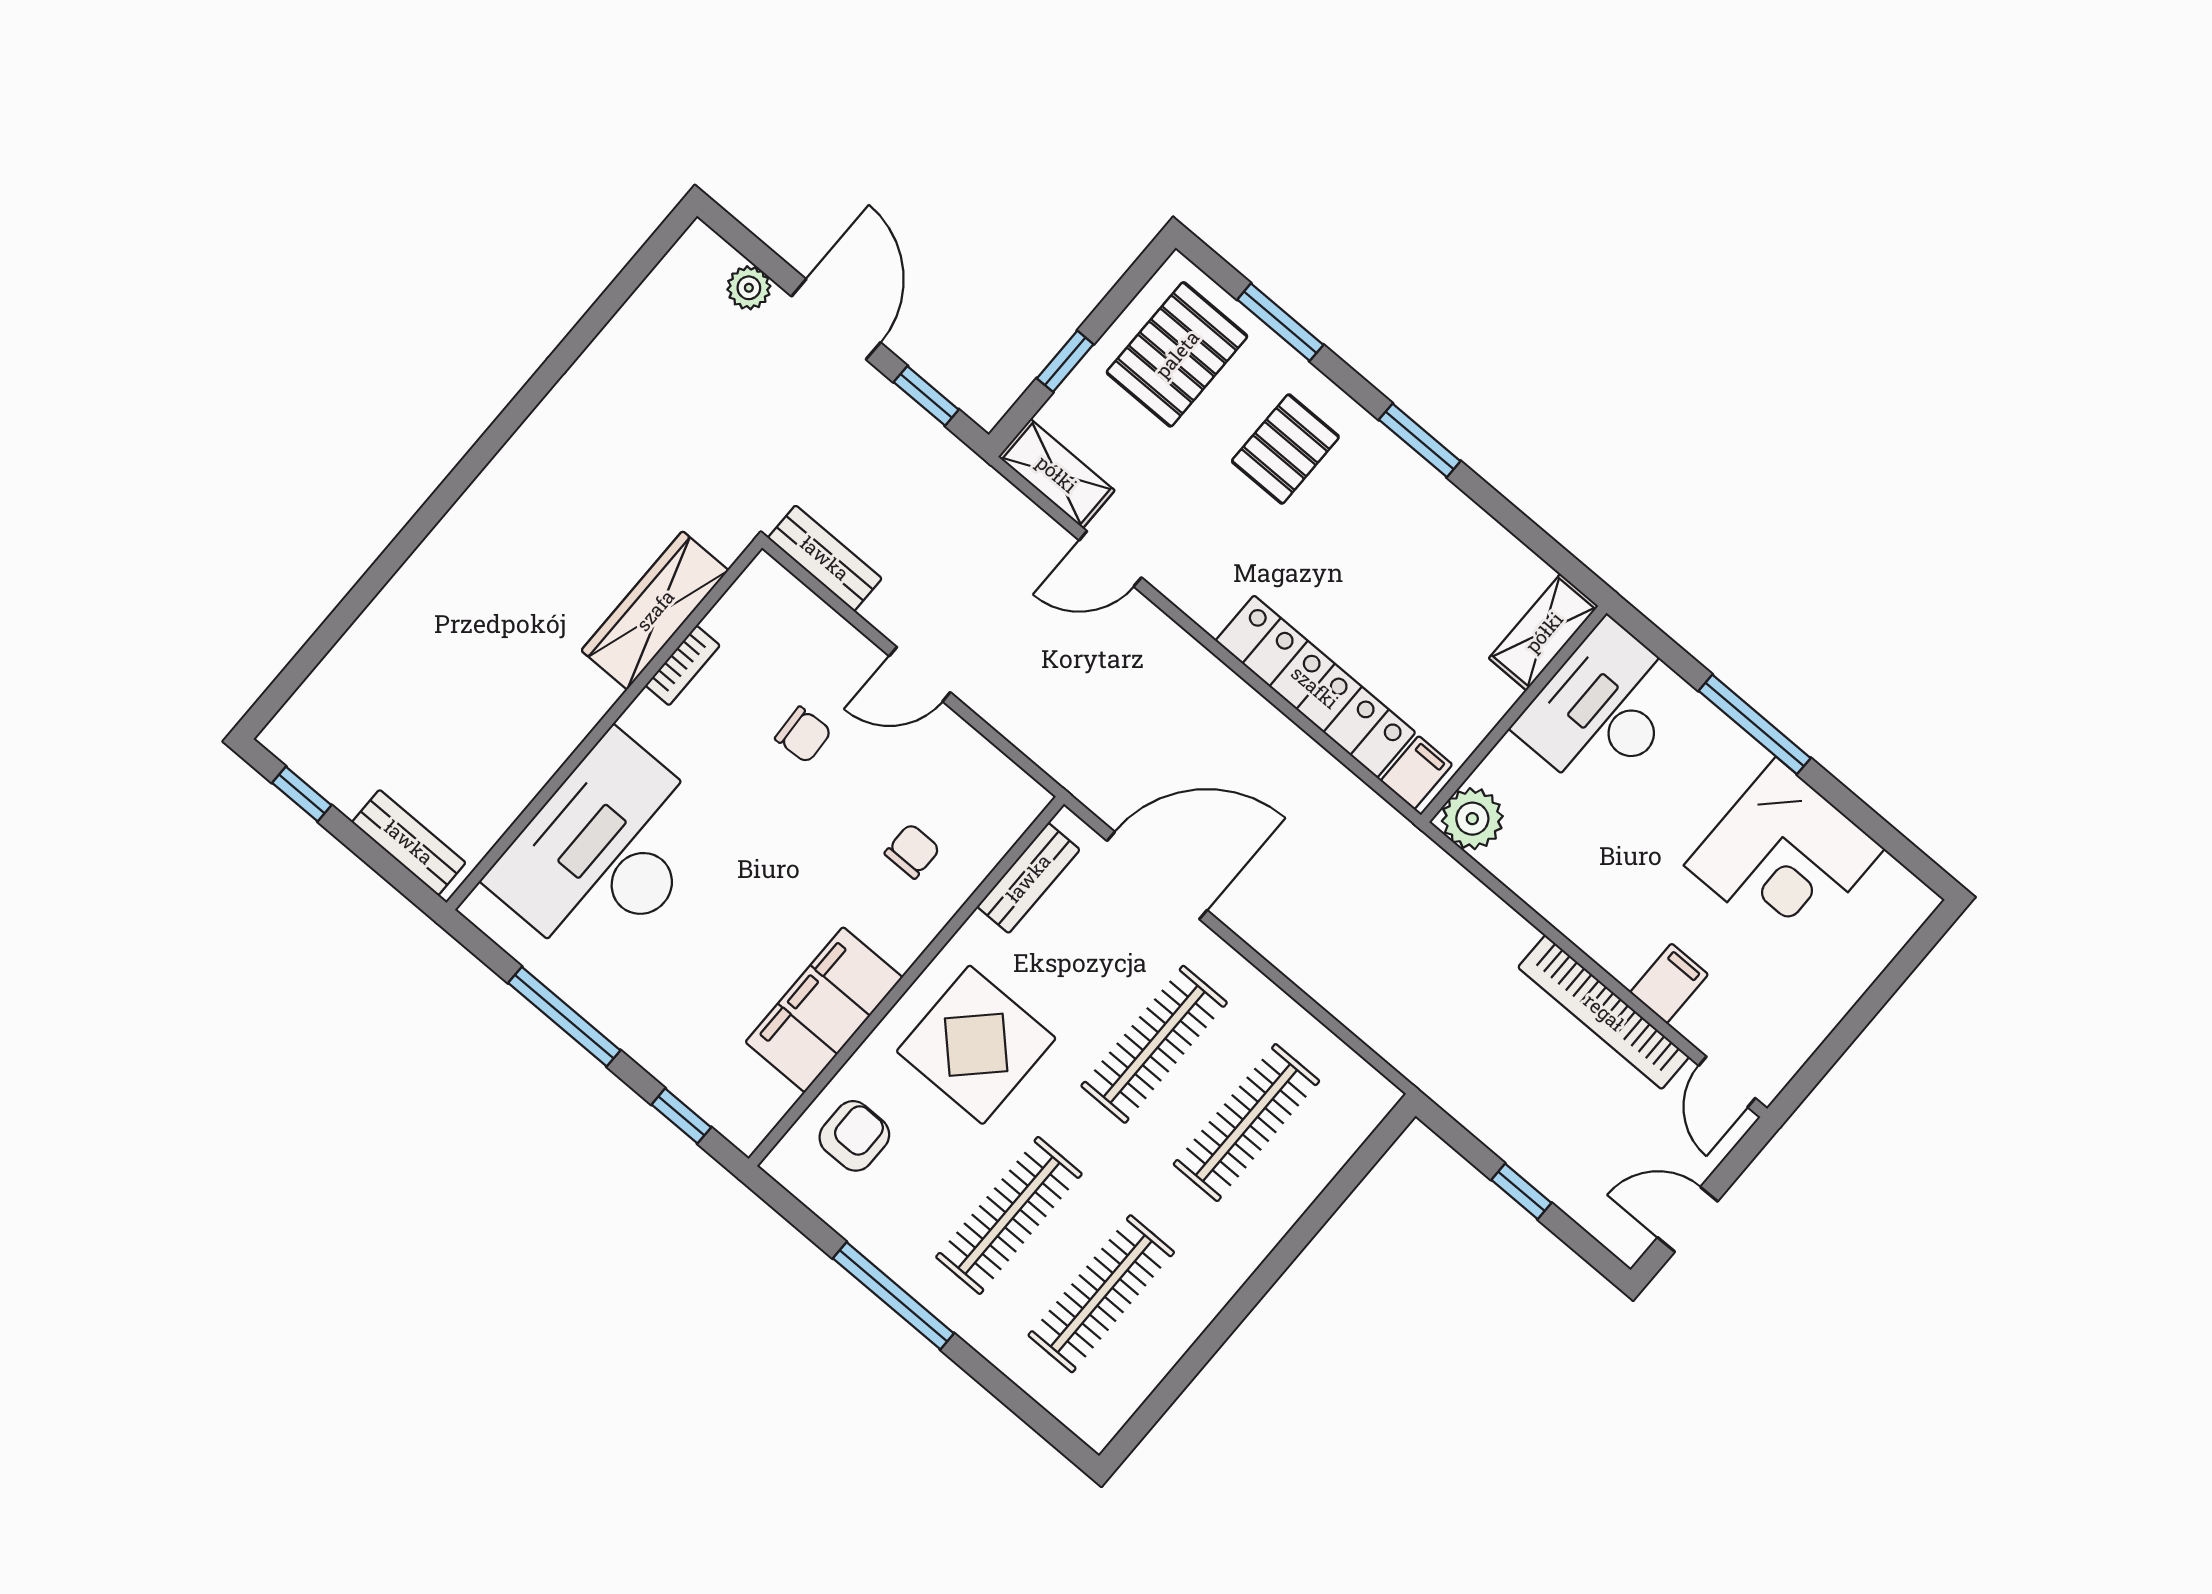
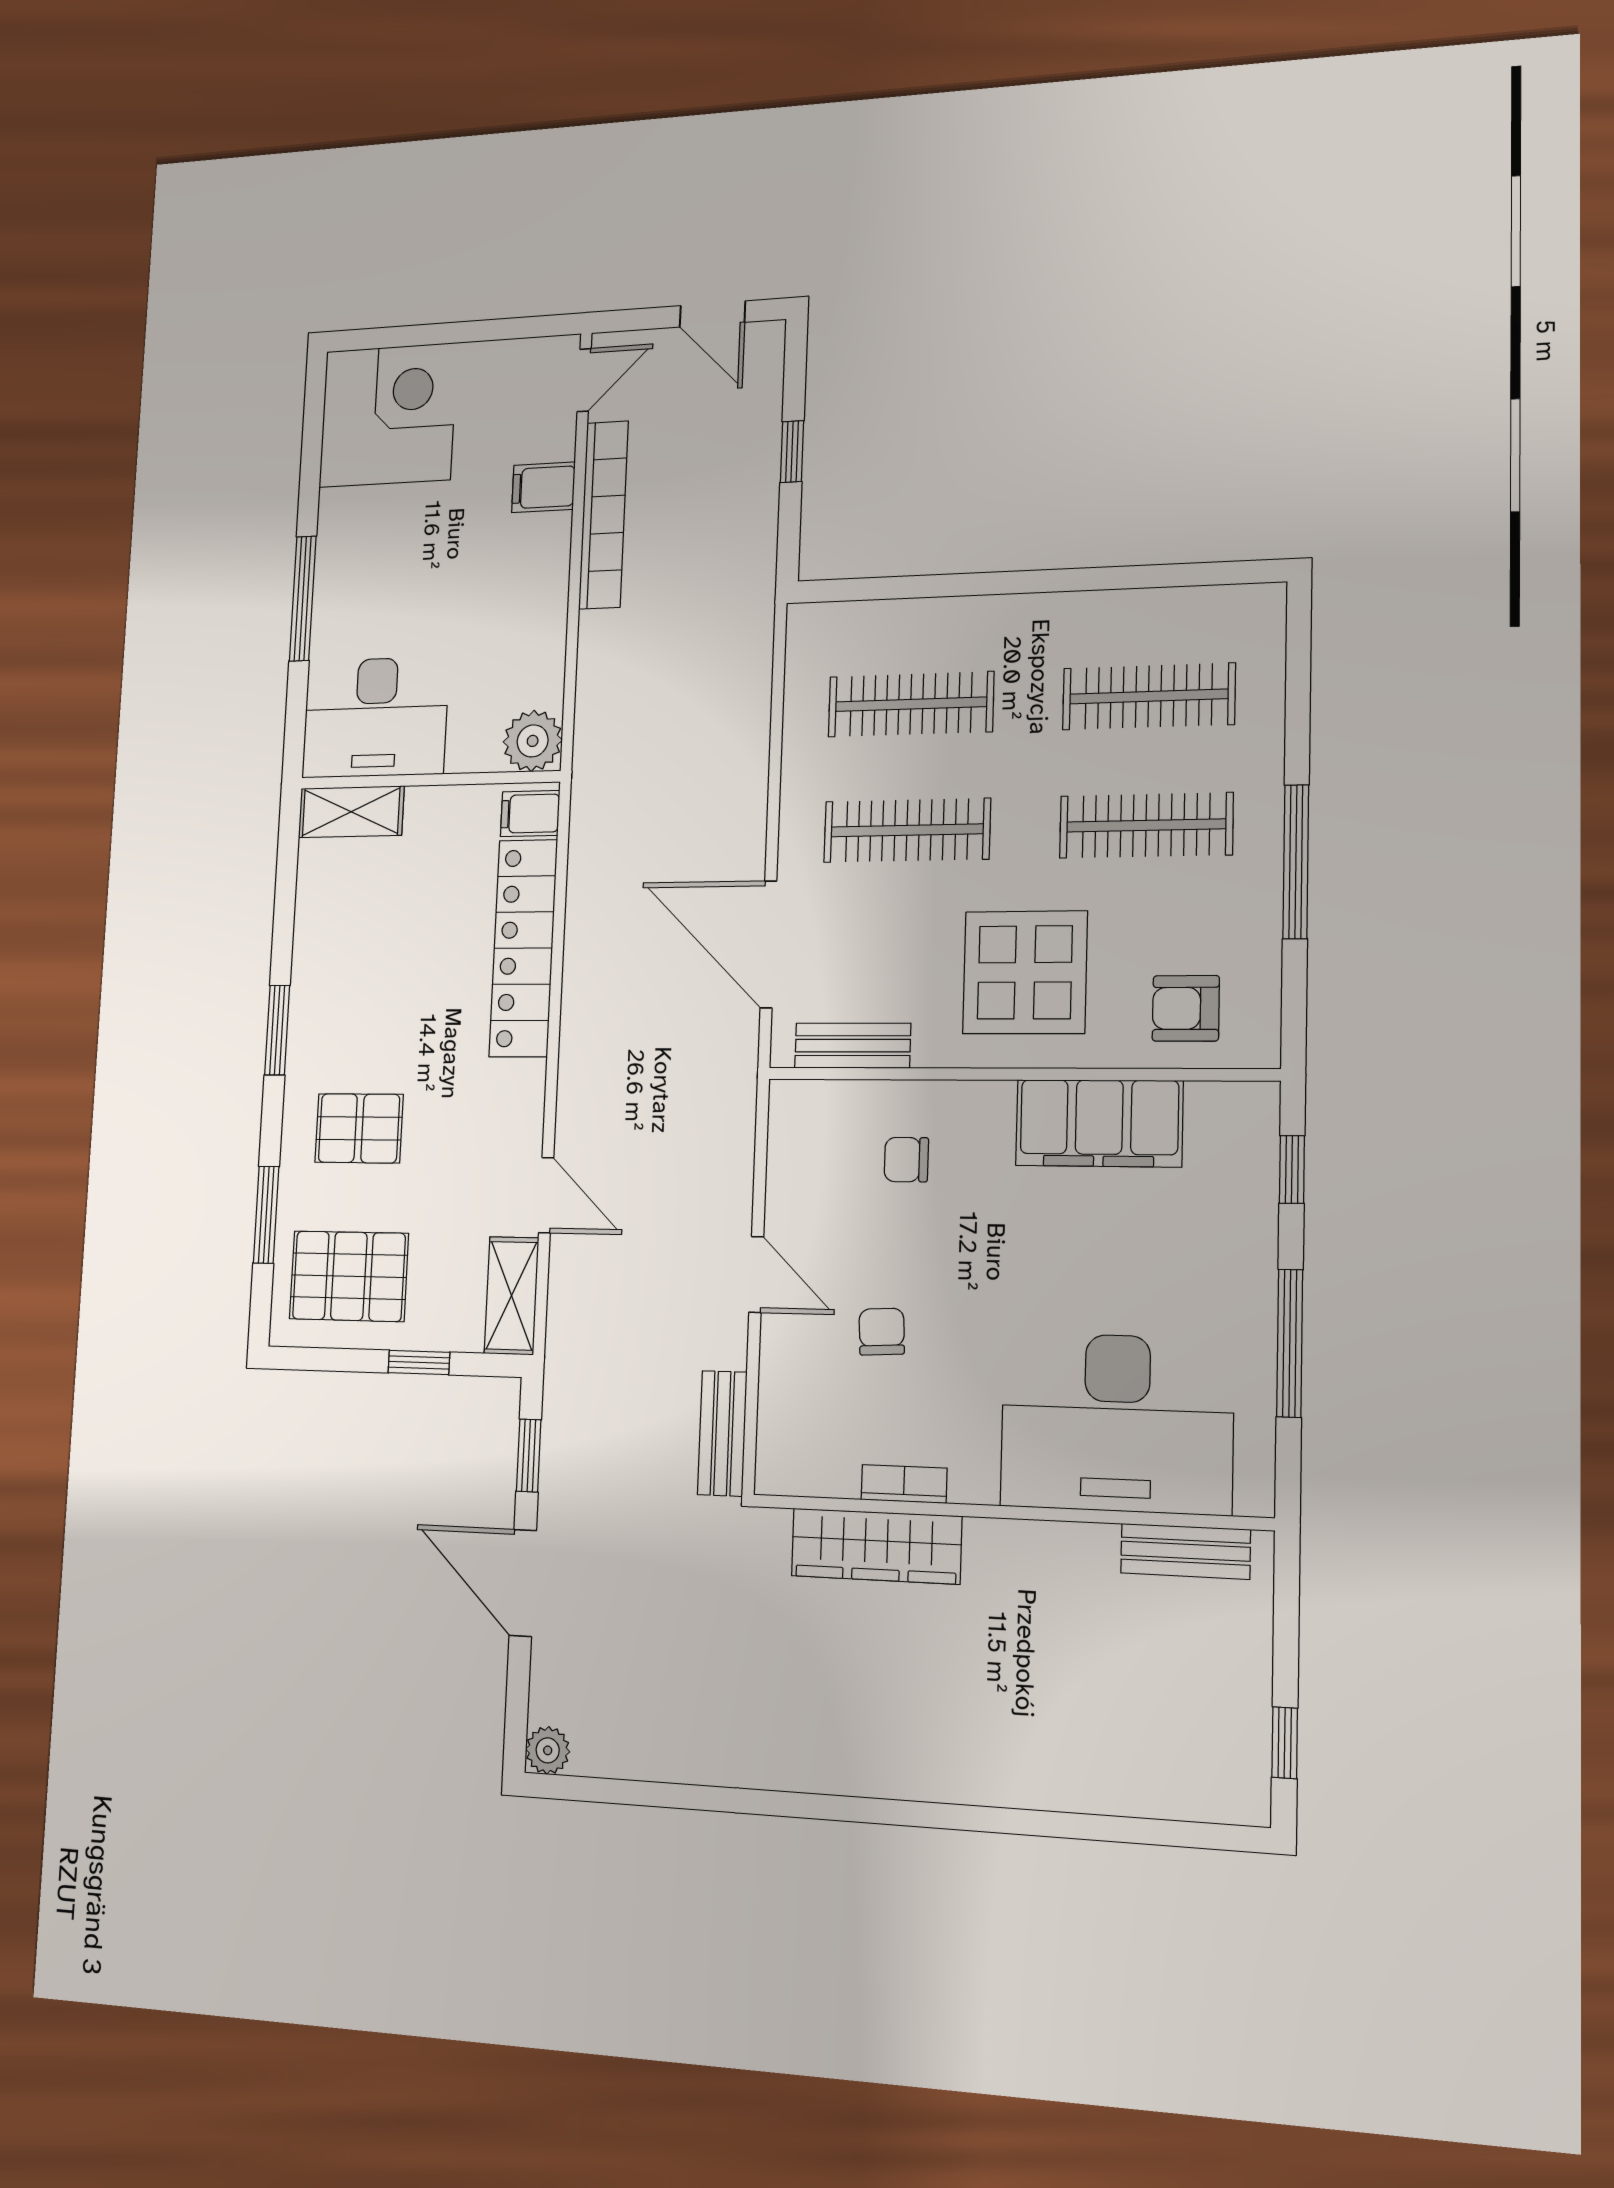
plant: (749, 288) -> (548, 1750), moved
door: (836, 319) -> (523, 1583), hinge flipped
bench: (409, 842) -> (1185, 1551), moved, turned 90
corner desk: (1784, 857) -> (388, 415), moved

